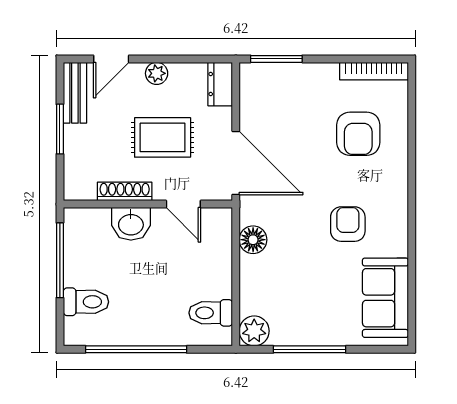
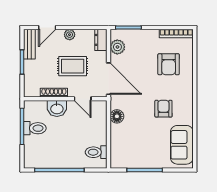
toilet: (86, 302) -> (35, 128), moved
plant: (254, 331) -> (117, 47), moved

